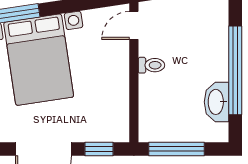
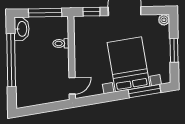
toilet: (151, 65) -> (61, 43), moved
washbasin: (217, 102) -> (22, 29), moved

